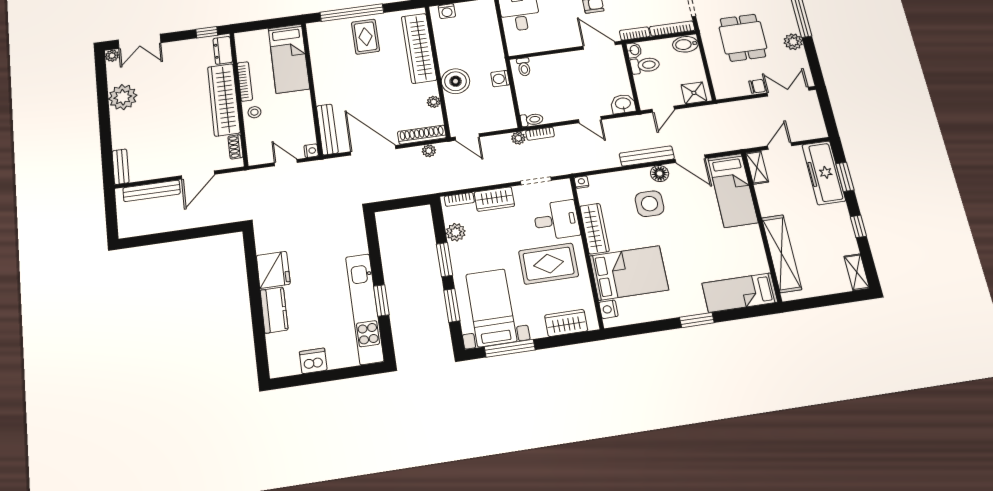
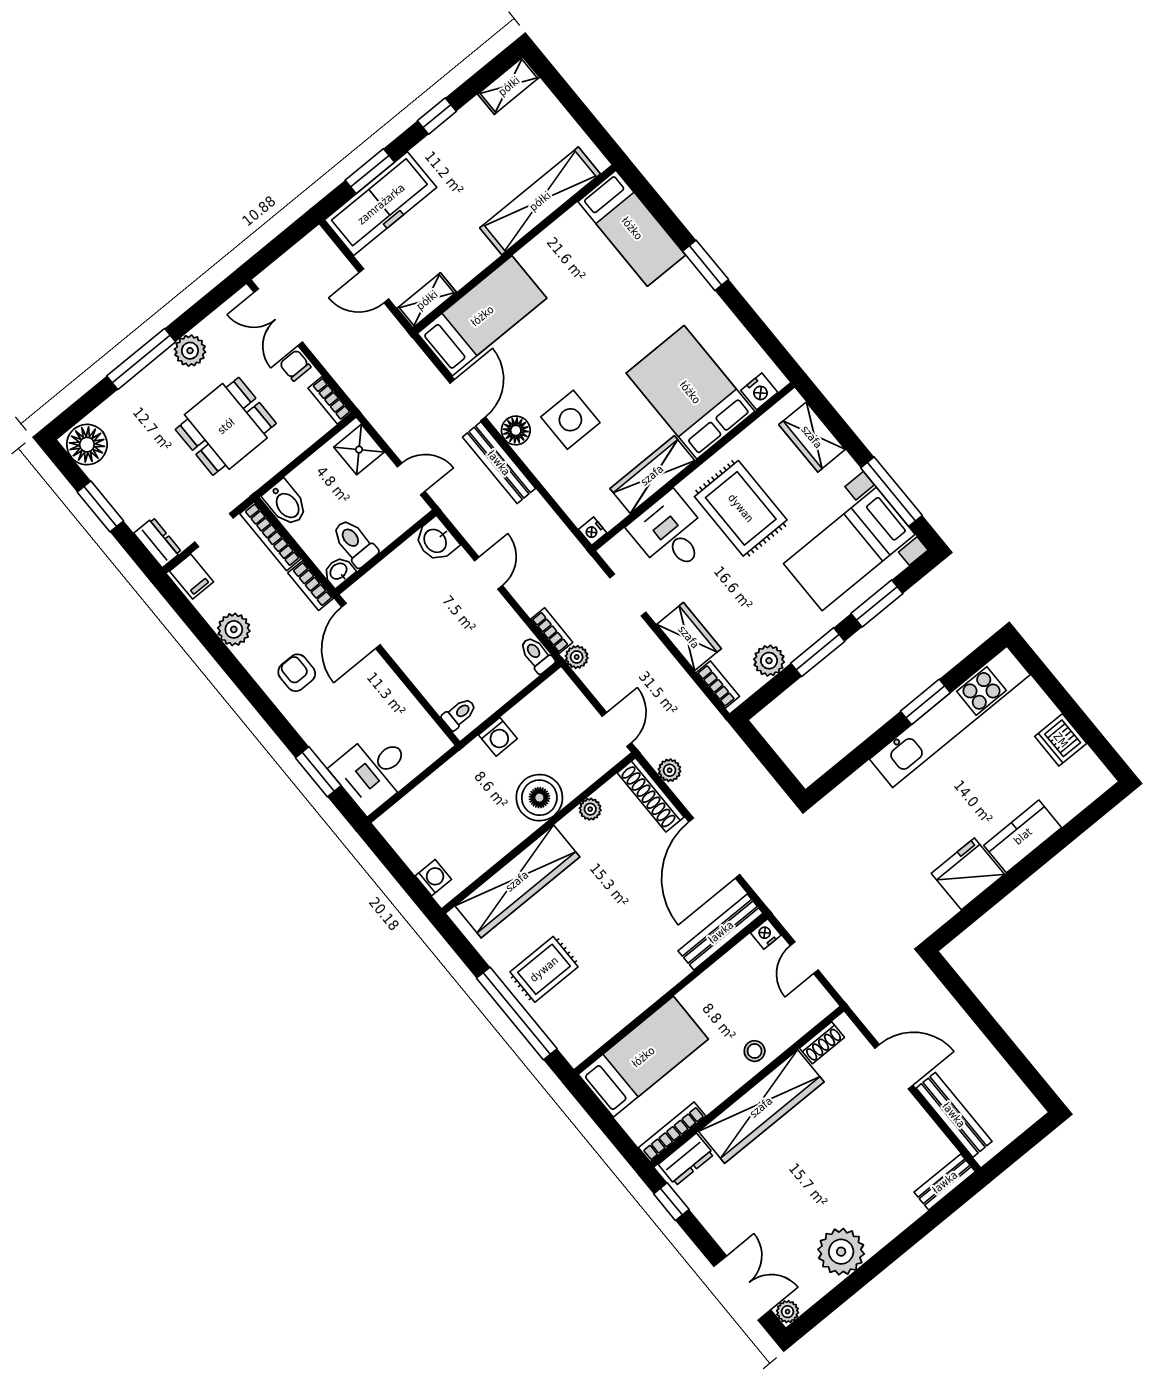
bookcase: (245, 81) -> (672, 1132), moved
bookcase: (729, 93) -> (330, 400), added

